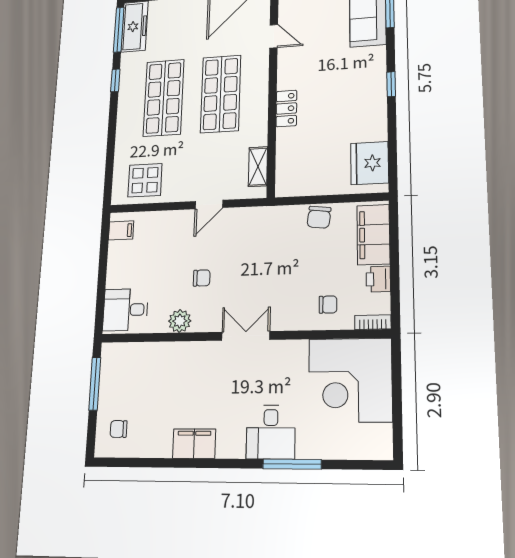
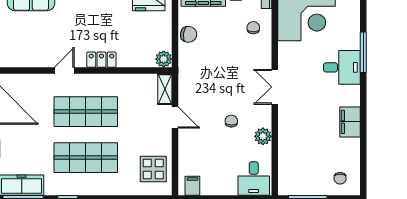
door: (274, 36) -> (64, 71), moved
shelving: (258, 167) -> (165, 89), moved, turned 90
plant: (286, 186) -> (164, 59), added

